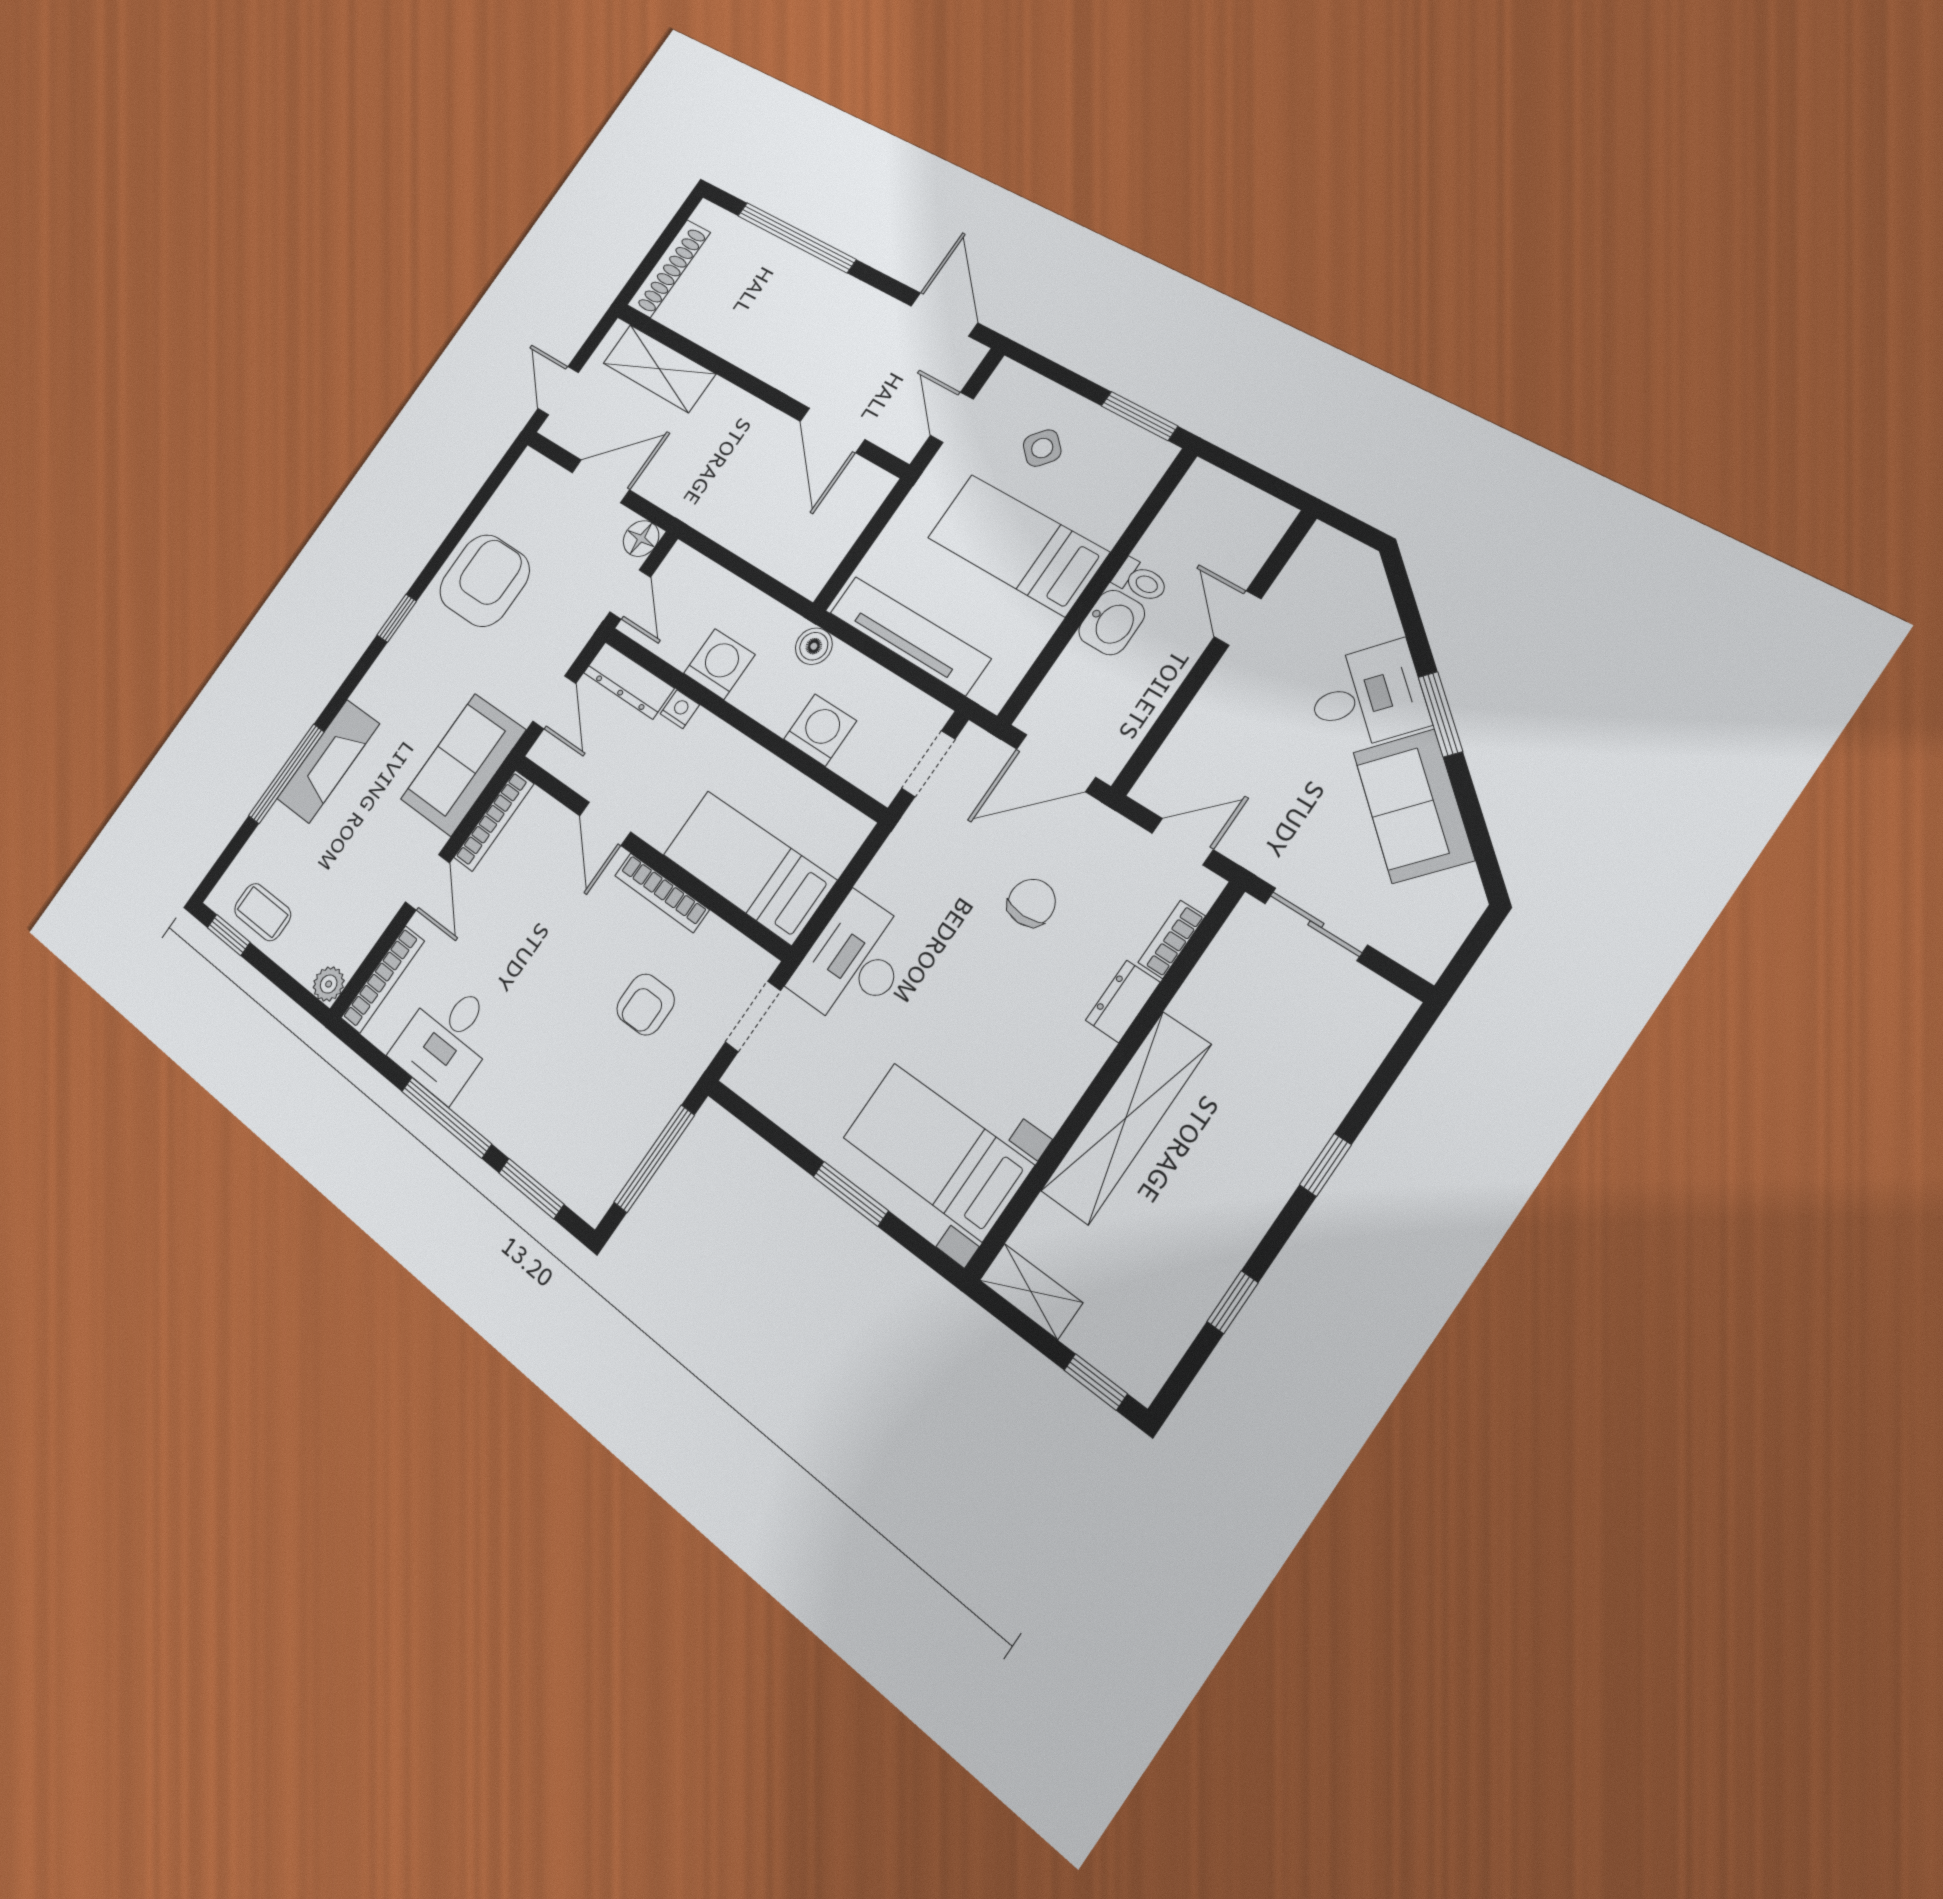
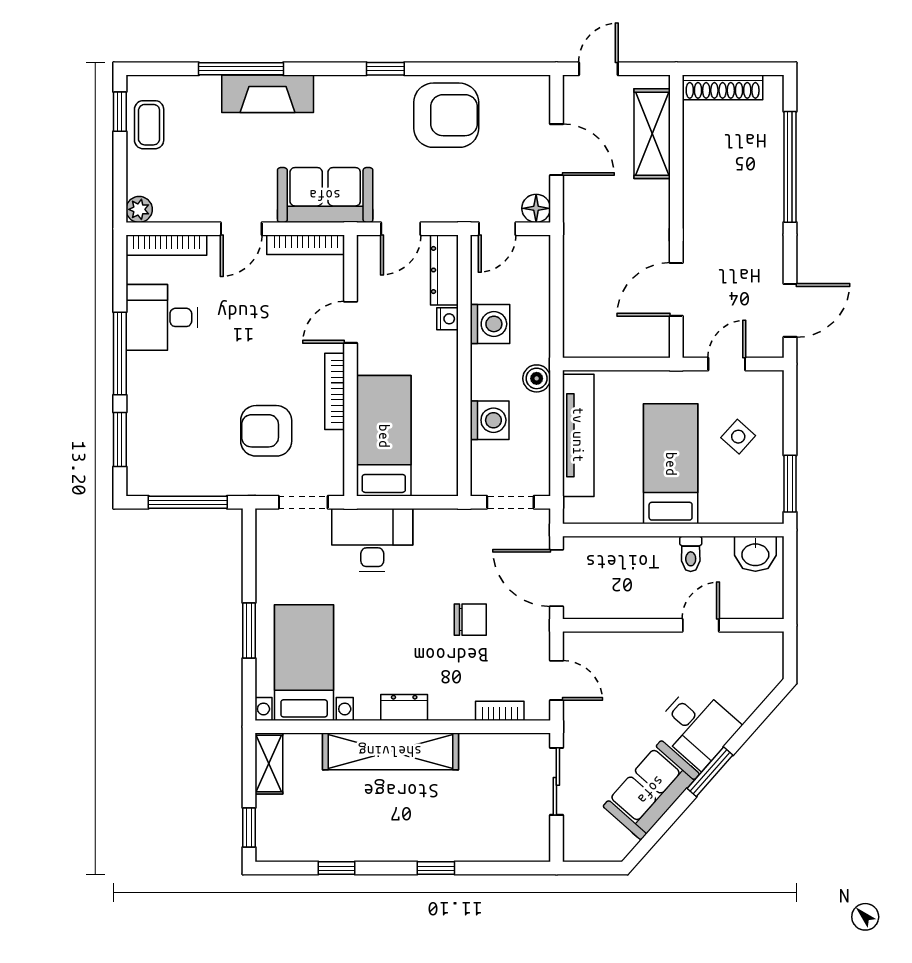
washbasin: (1112, 622) -> (755, 554), moved
dresser: (1123, 1001) -> (404, 707), moved
armchair: (646, 1004) -> (266, 431), width x1.38, depth x1.38

